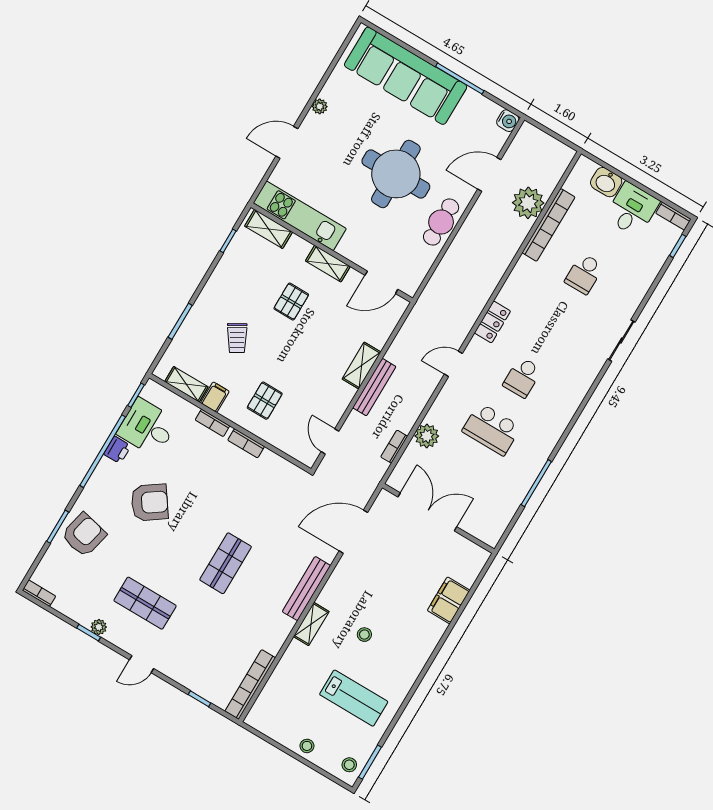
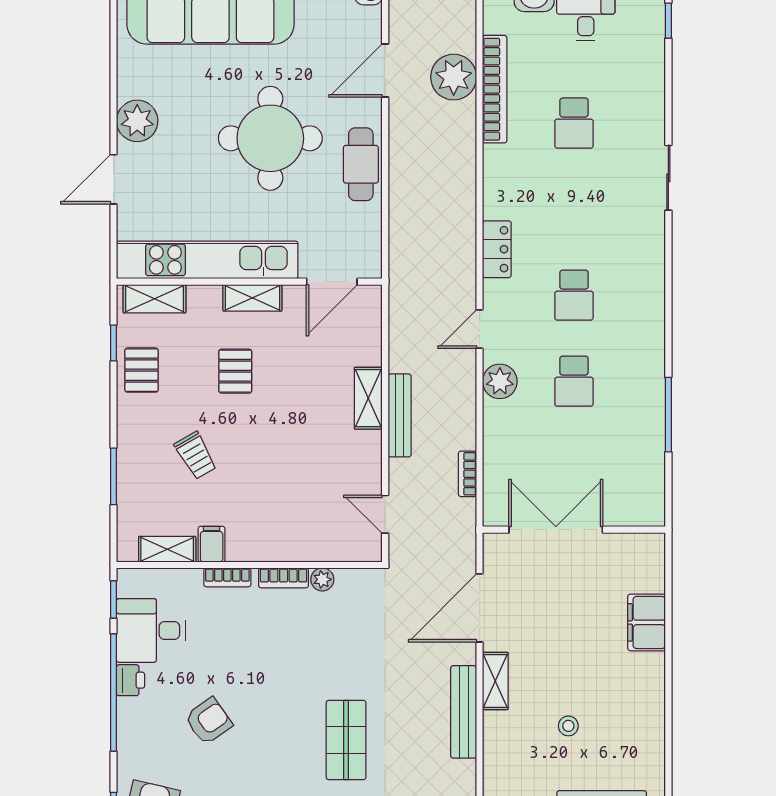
plant: (320, 106) -> (137, 121), width x1.88, depth x1.88
kitchen unit: (300, 216) -> (207, 260), width x1.36
pallet: (265, 401) -> (142, 370), moved
school desk: (491, 429) -> (574, 381), width x0.54
plant: (427, 436) -> (500, 381), moved
plant: (269, 458) -> (322, 579), added
armchair: (150, 502) -> (209, 721), width x0.72, depth x0.72
shelving: (311, 624) -> (495, 681), moved

